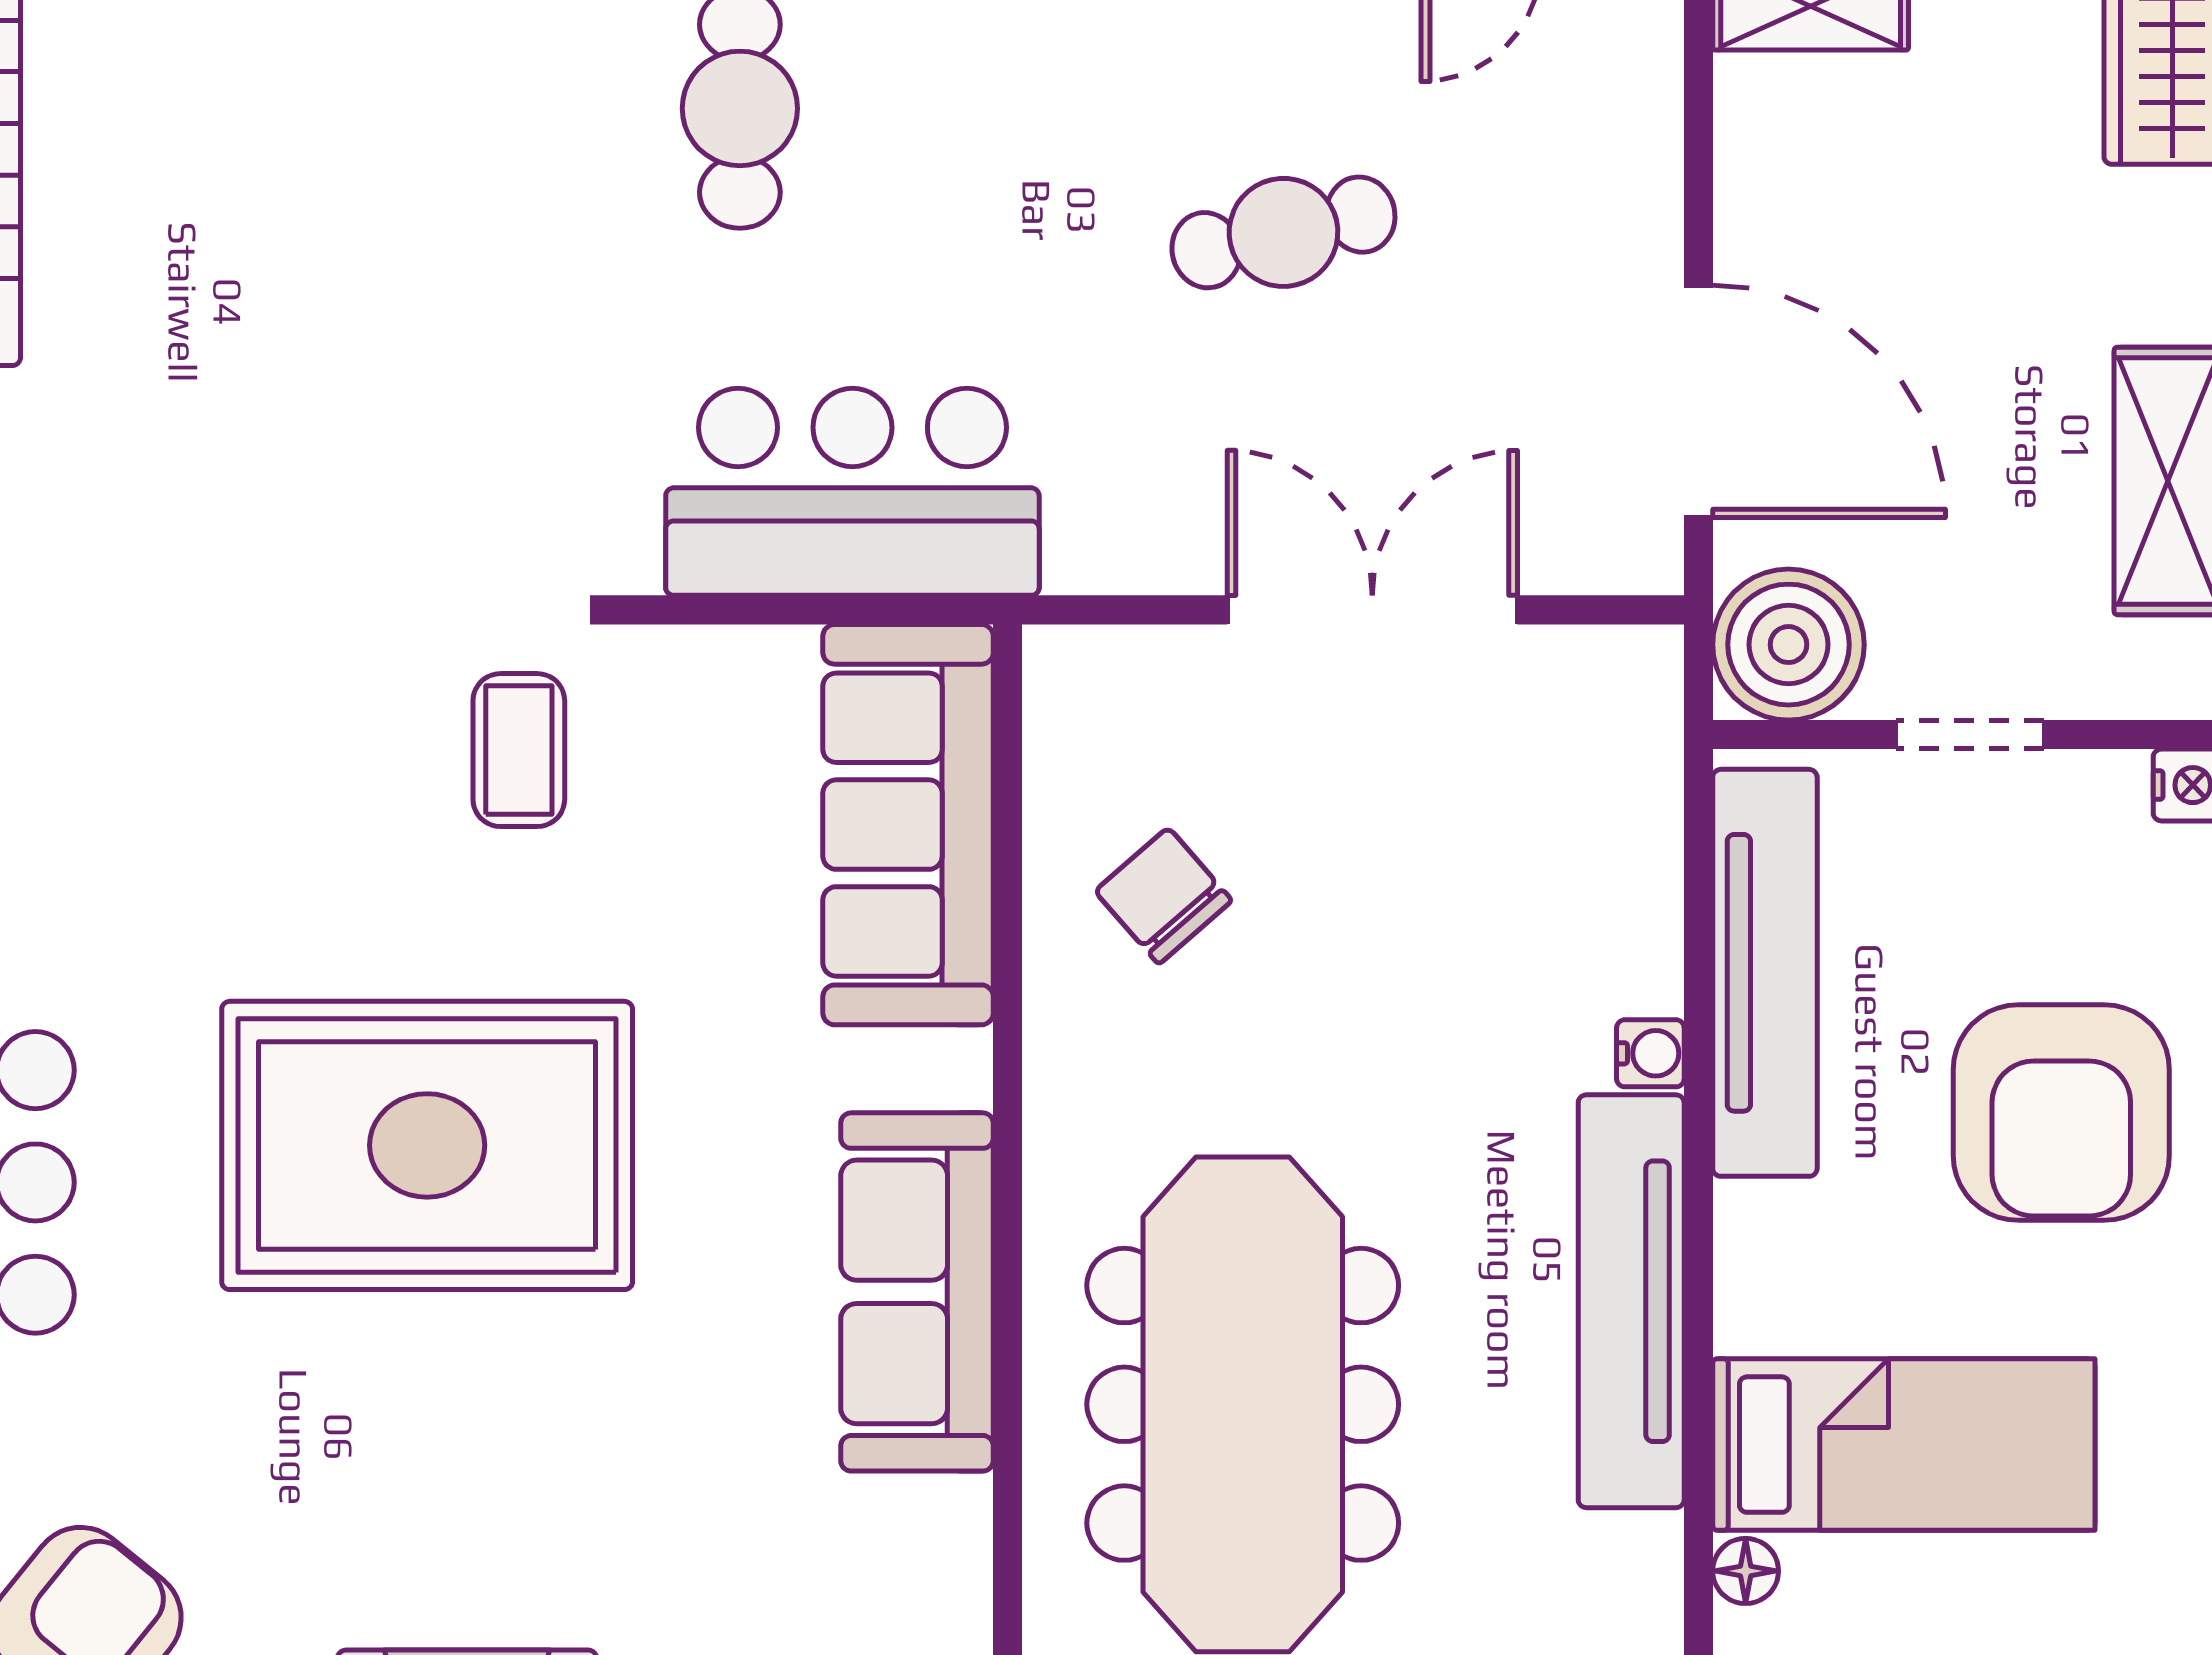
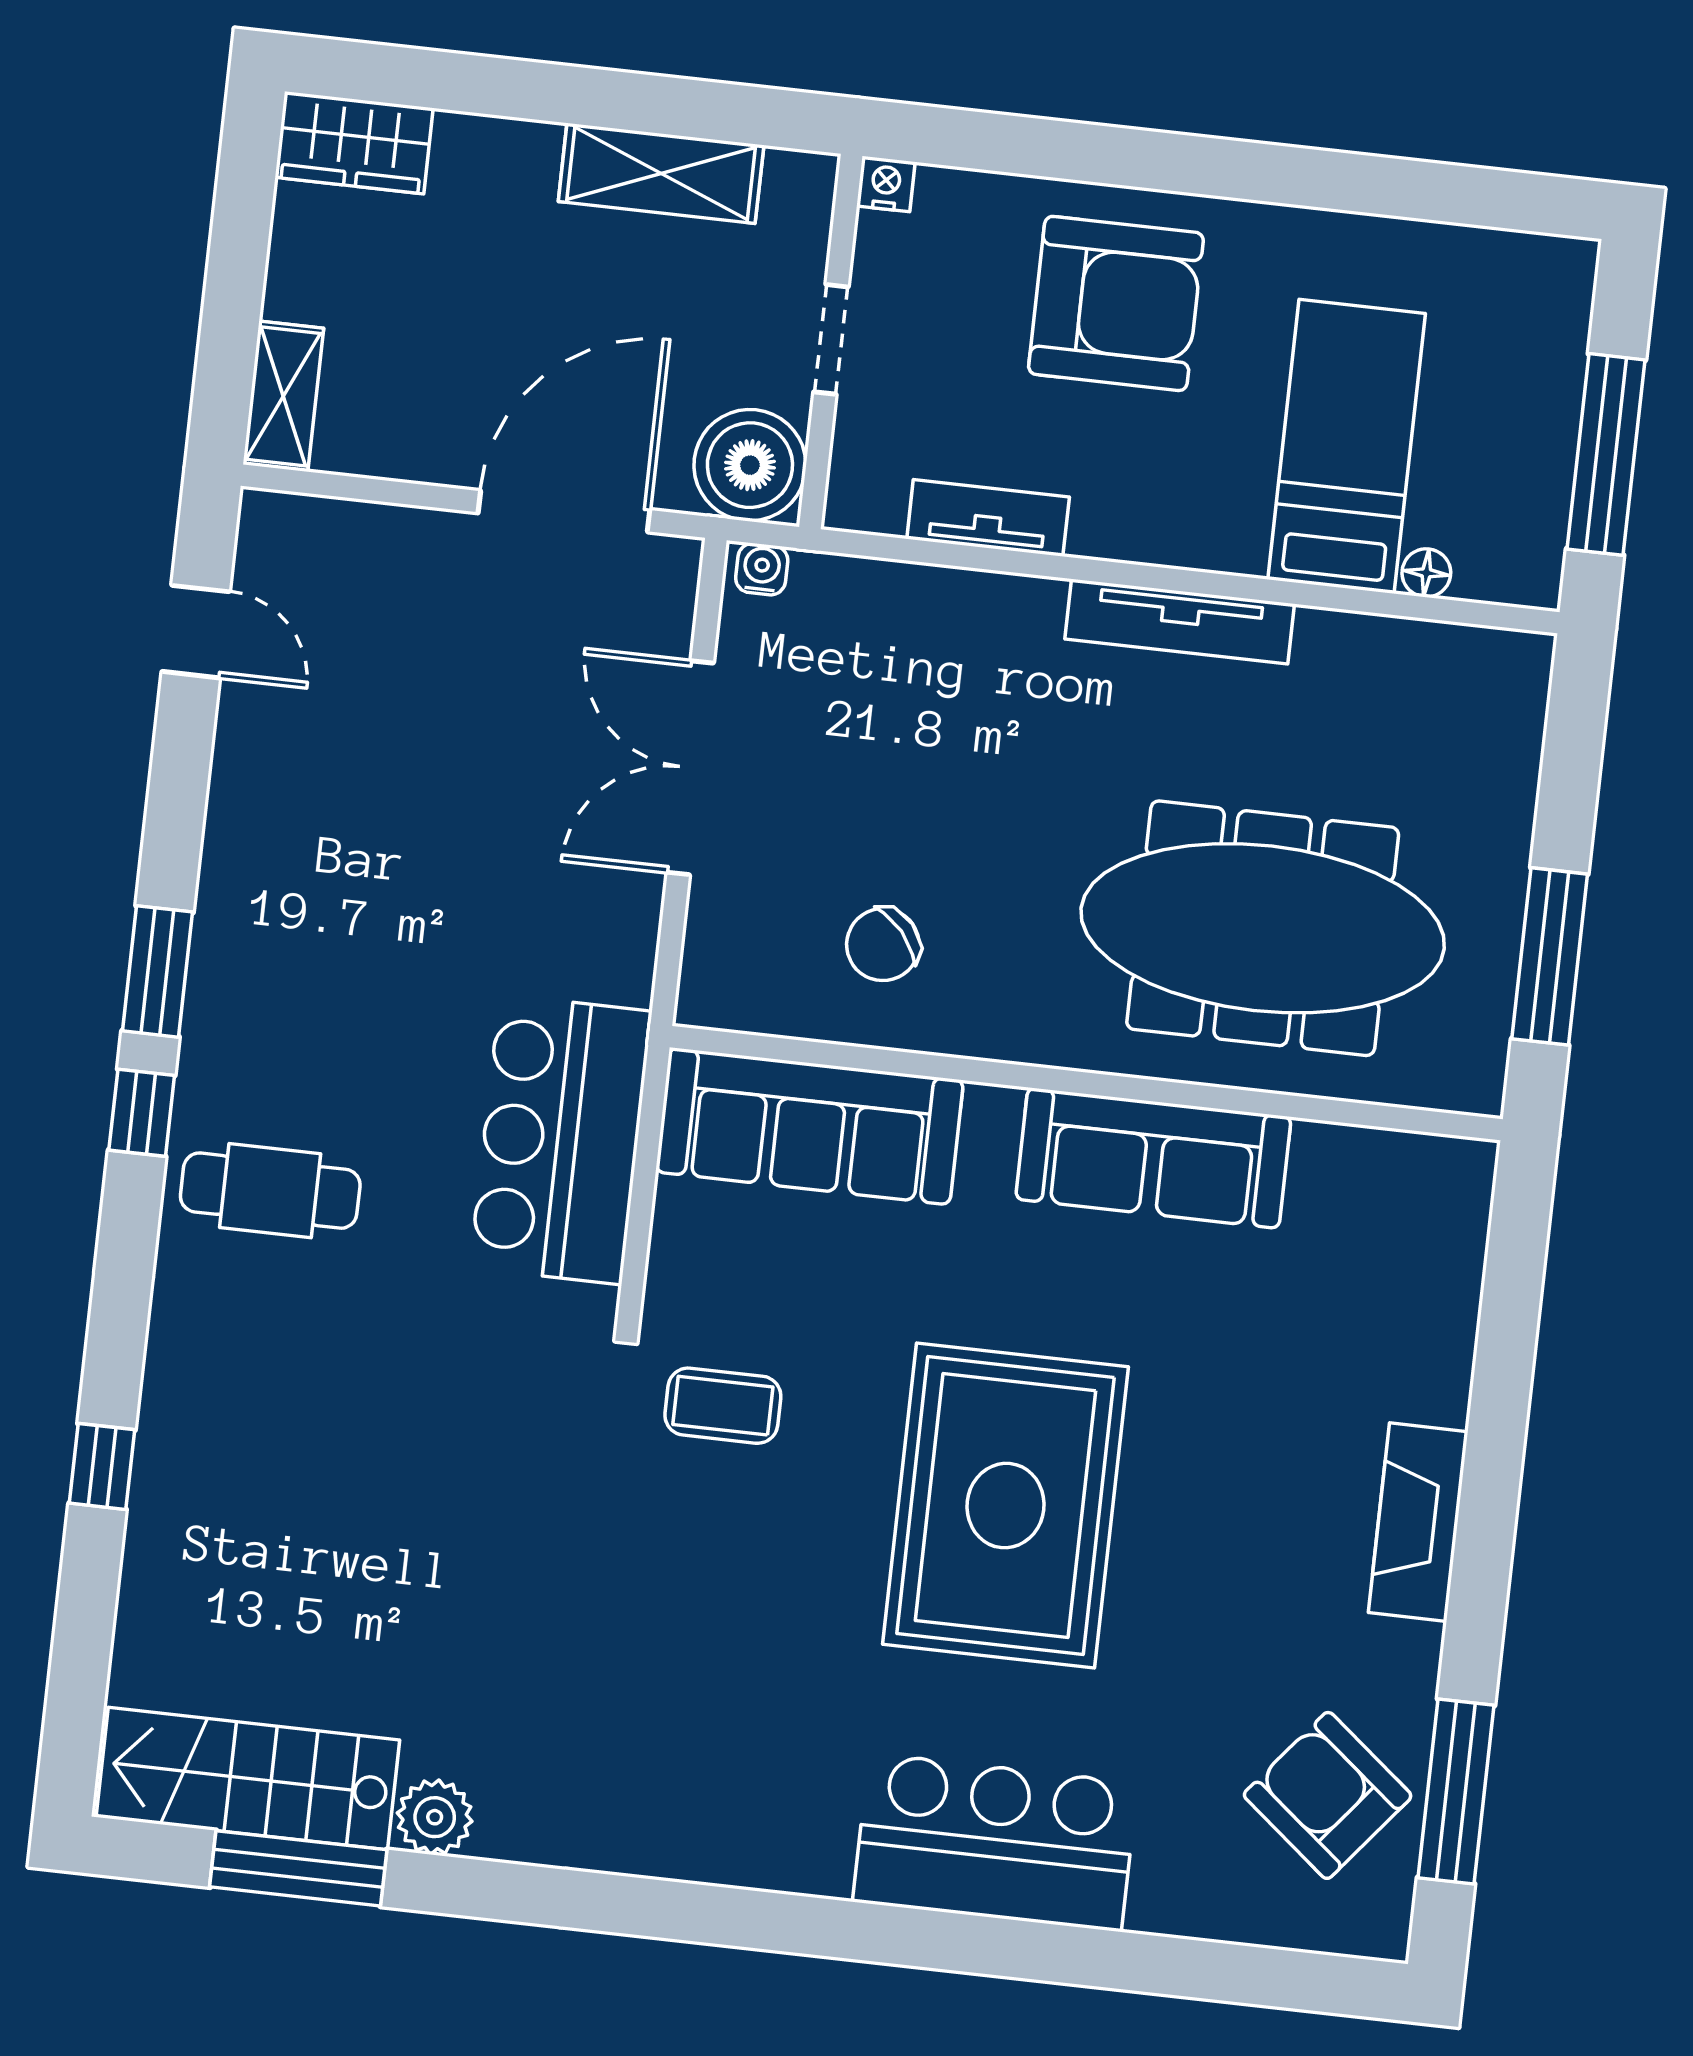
cafe table: (1283, 232) -> (406, 802), removed
tv unit: (1765, 973) -> (988, 518), width x0.52, depth x0.78
water cooler: (1650, 1053) -> (762, 569), moved
tv unit: (1631, 1301) -> (1180, 622), width x0.73, depth x0.78

